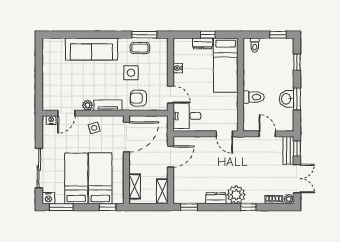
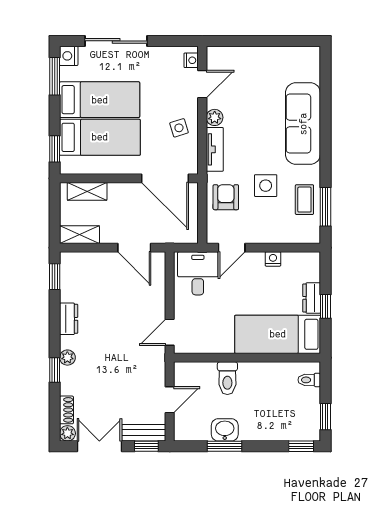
window: (297, 62) -> (301, 446), moved
door: (66, 113) -> (202, 84), swing flipped
double door: (297, 179) -> (99, 446), swing flipped
plant: (236, 195) -> (67, 358), width x0.53, depth x0.53

